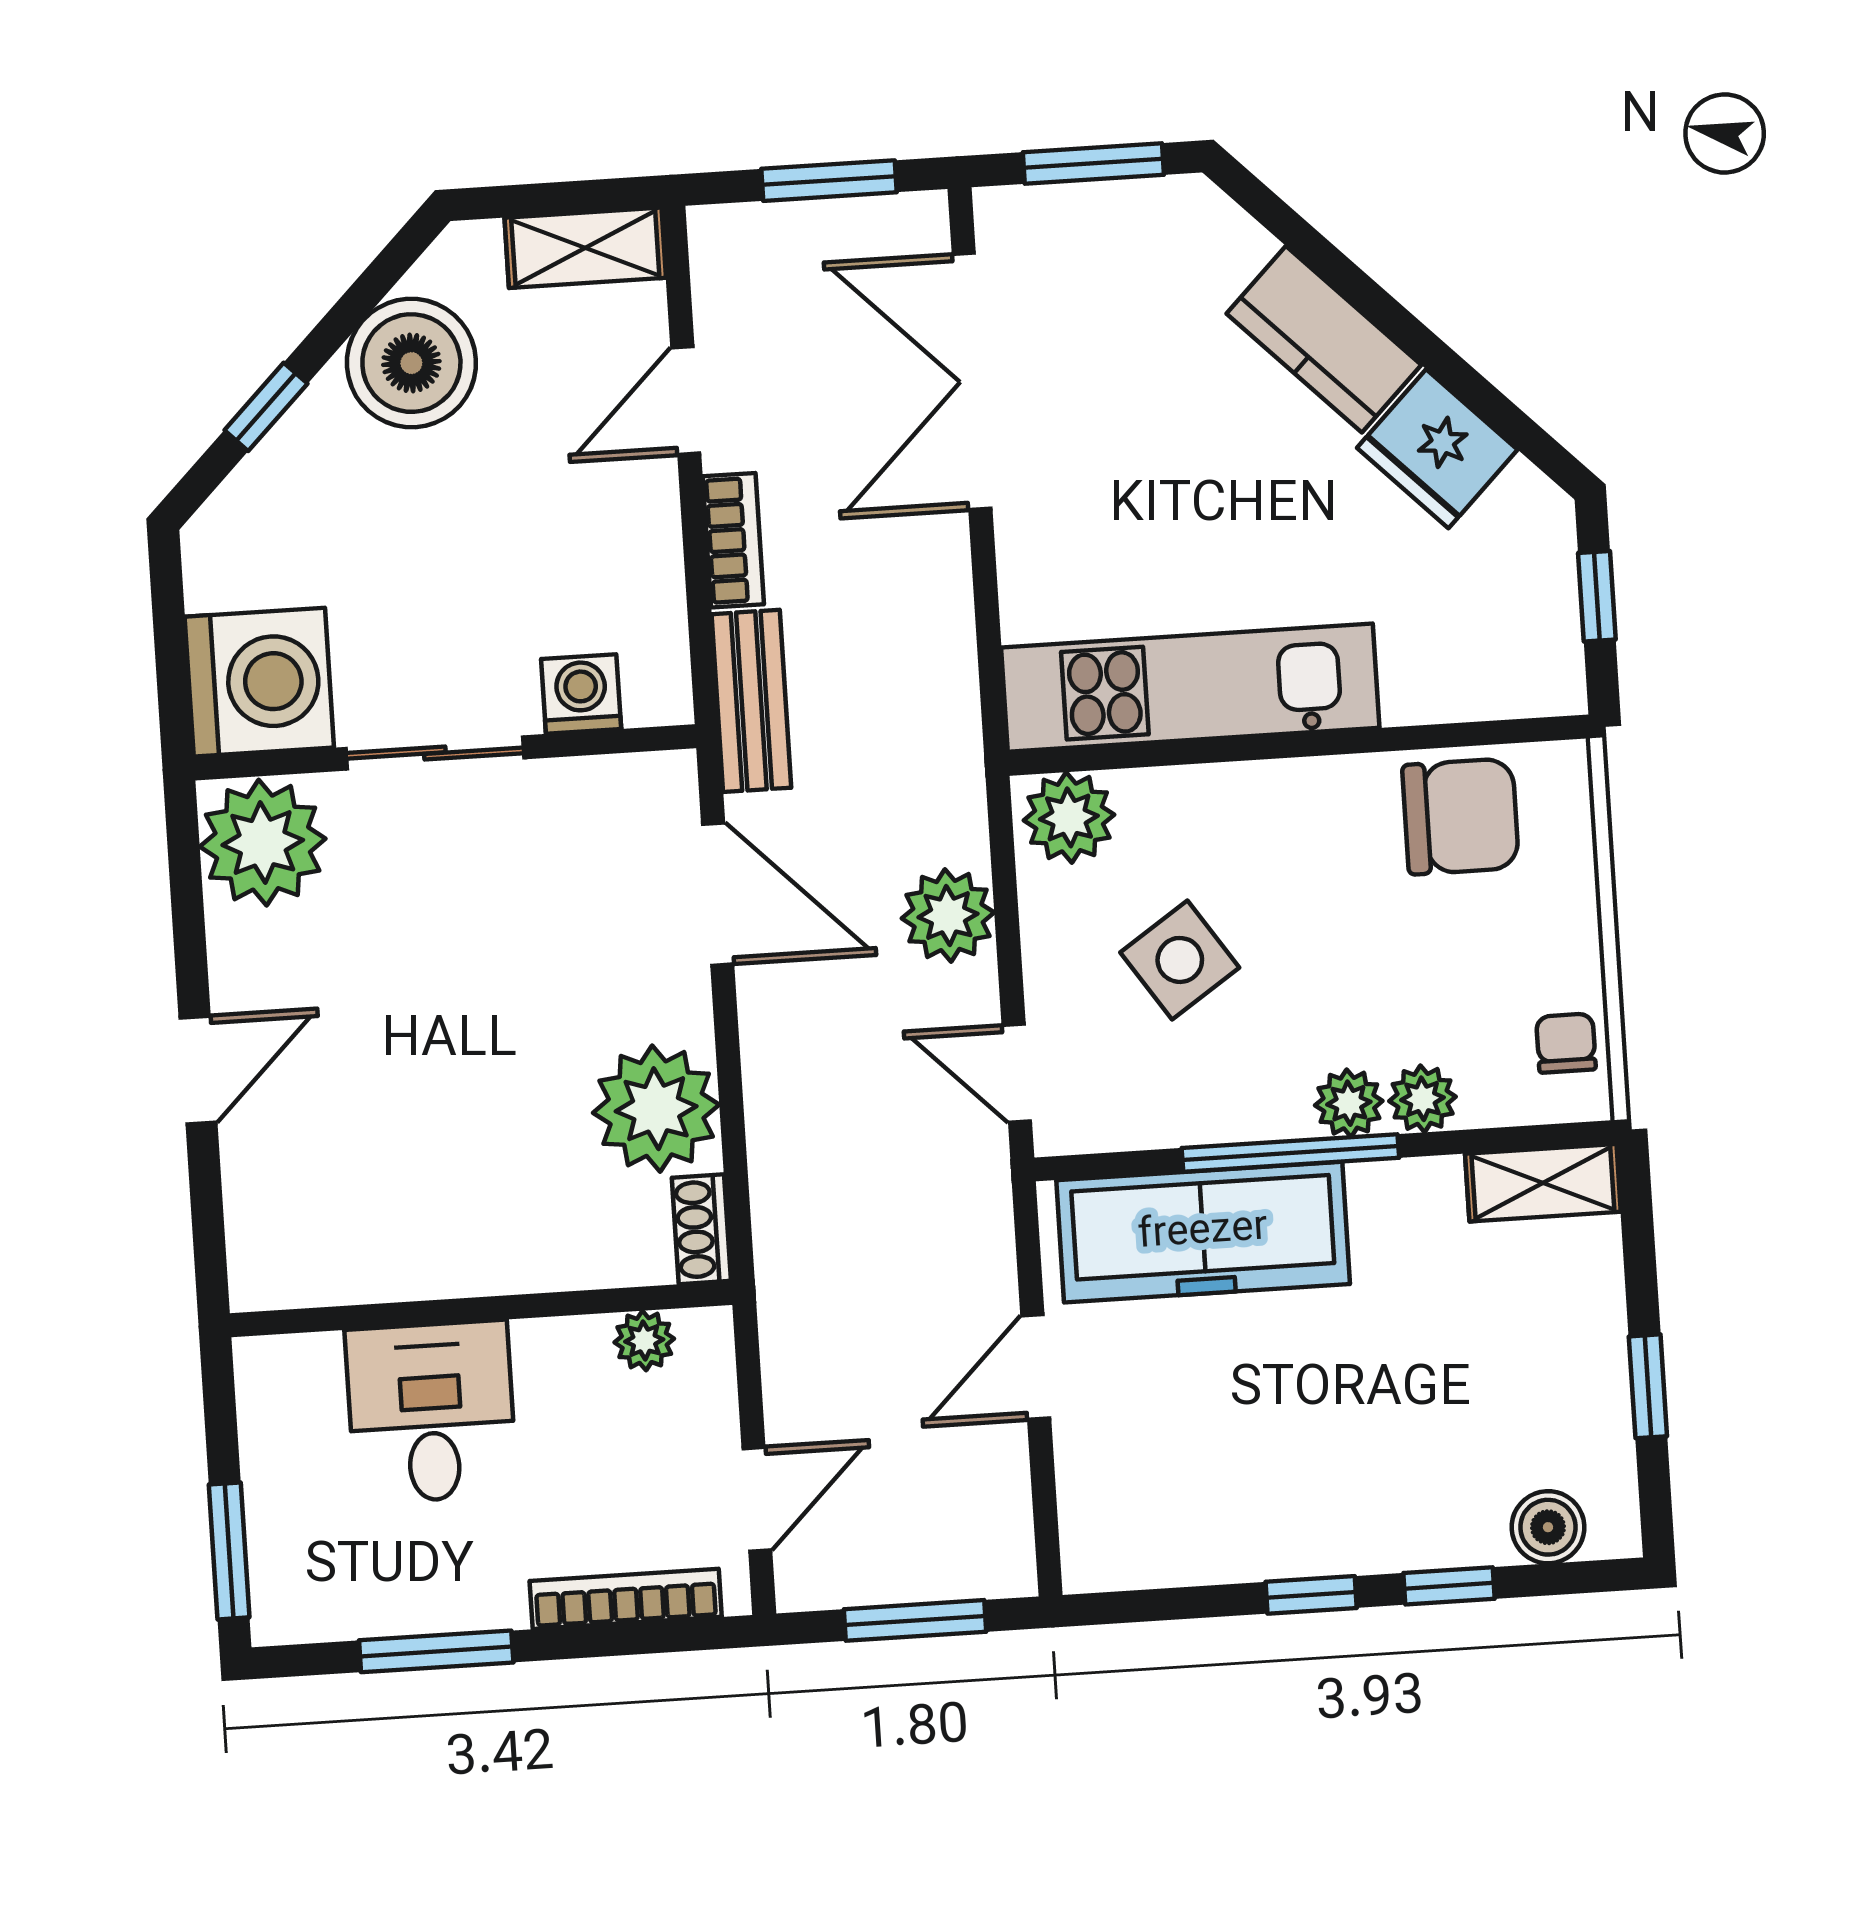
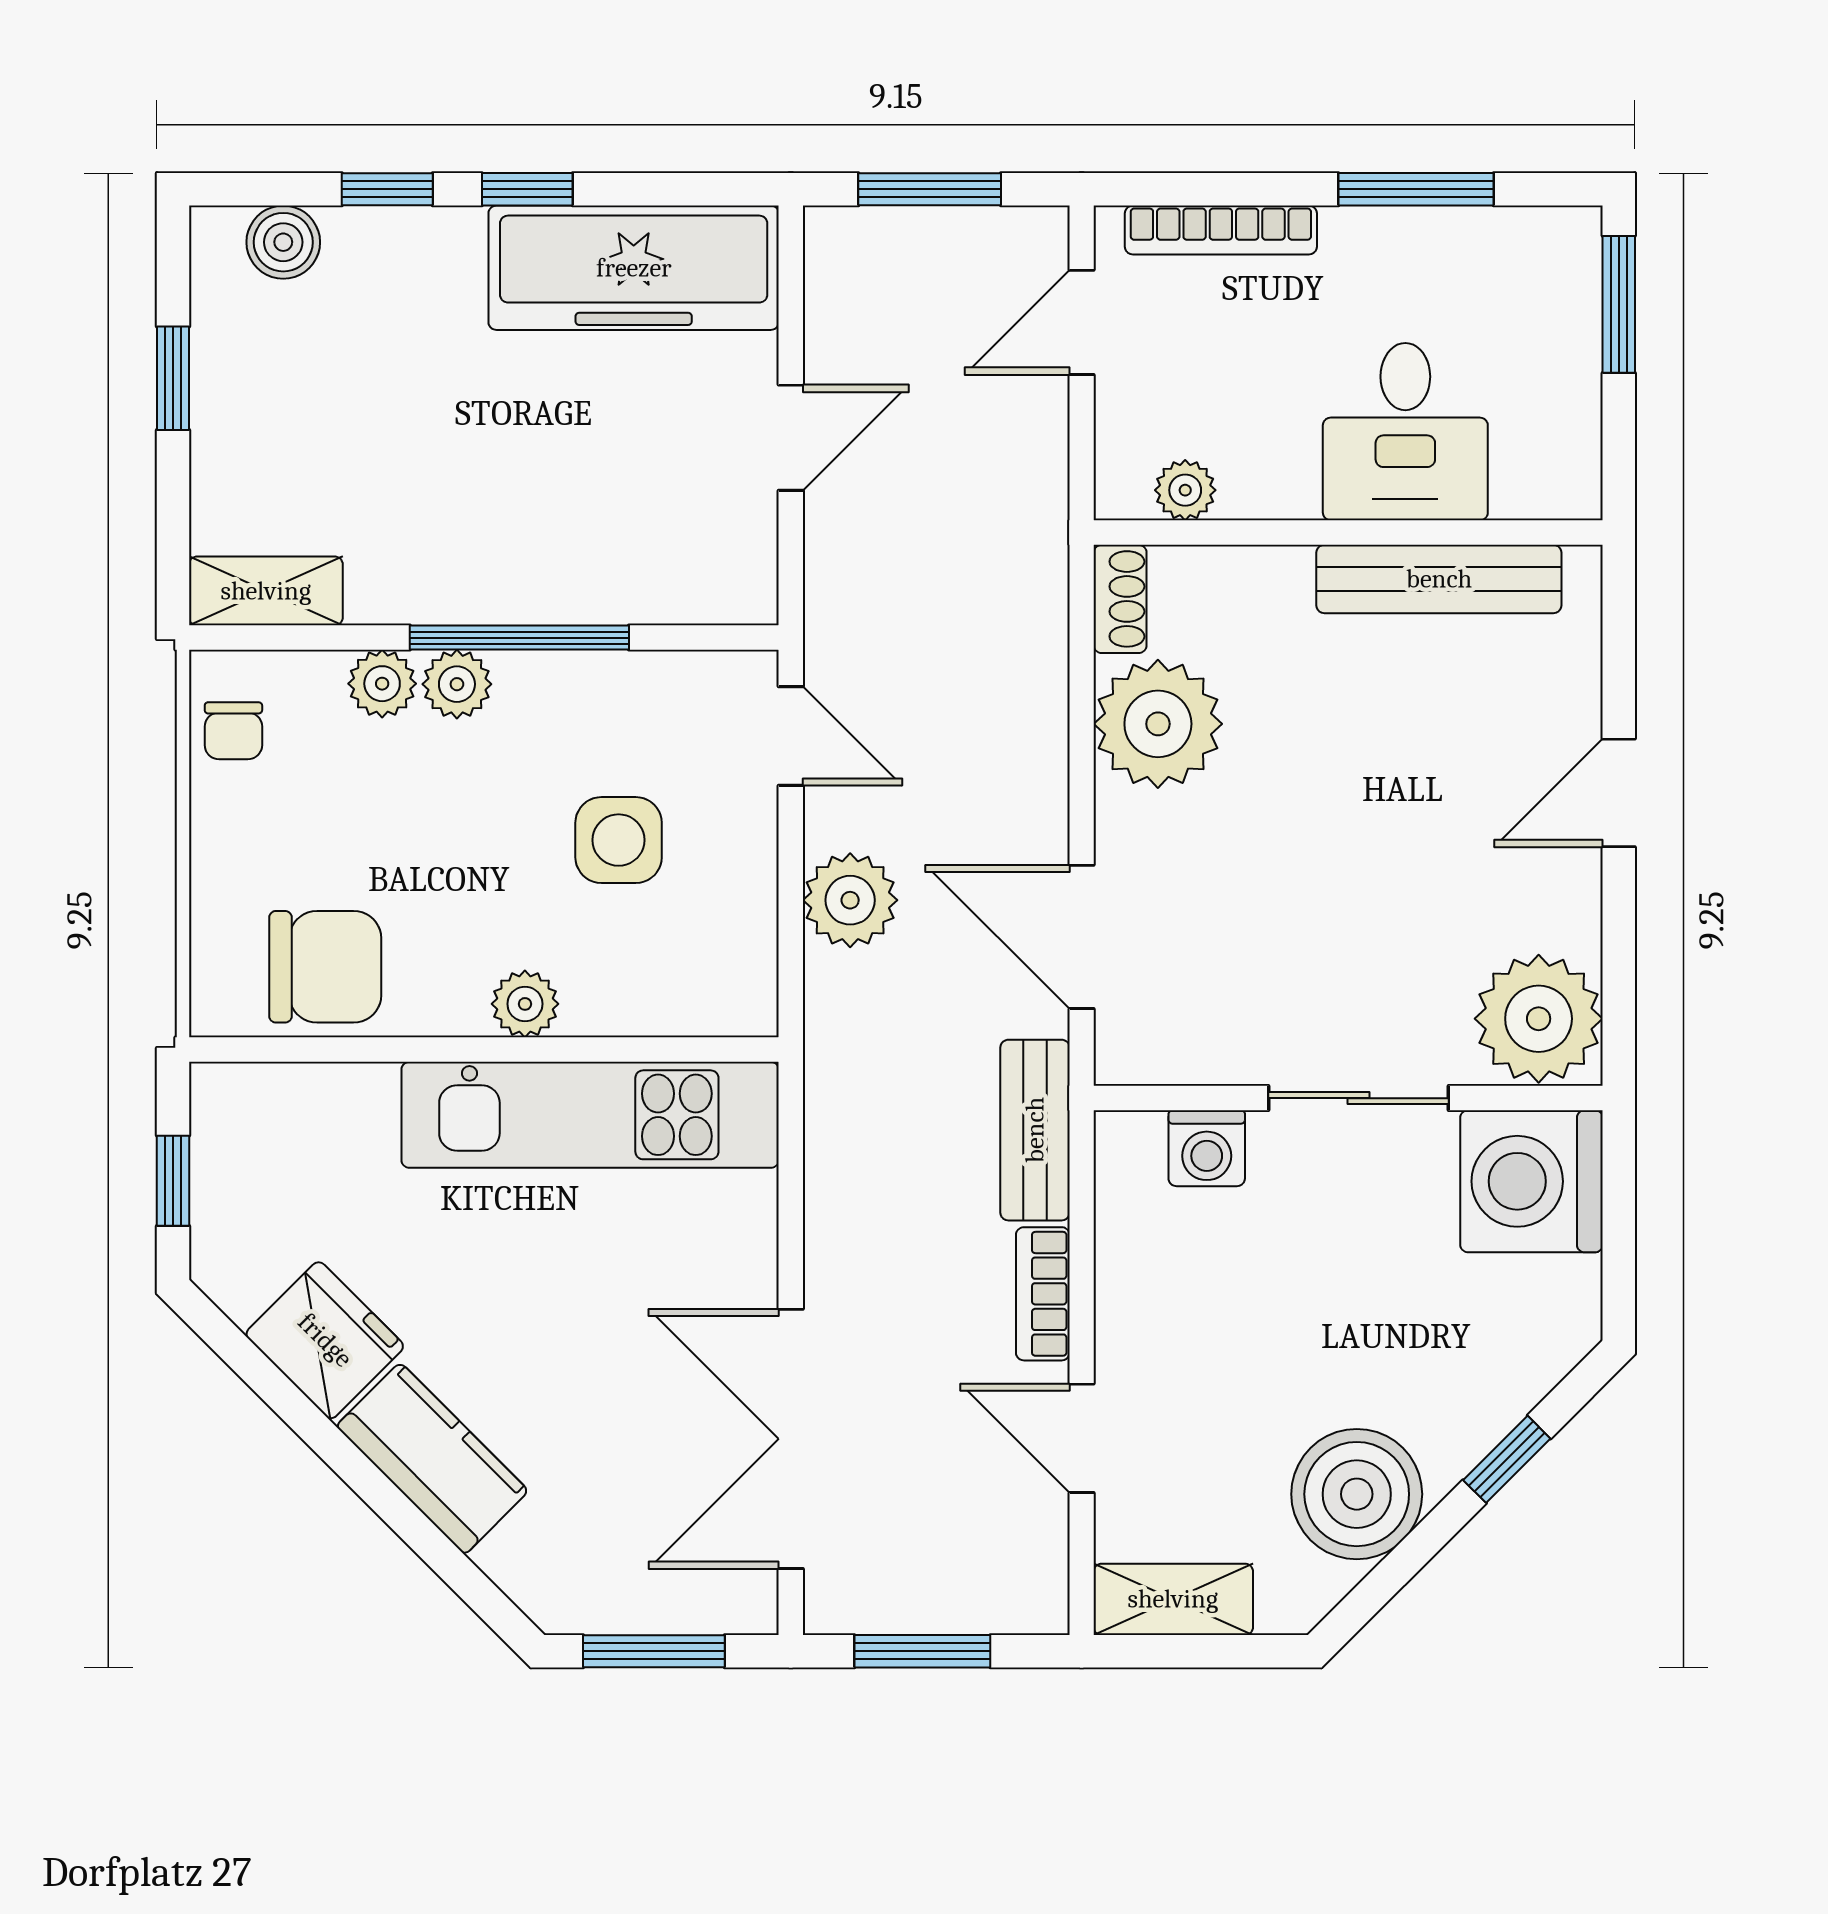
double door: (972, 381) -> (791, 1439), swing flipped
door: (686, 401) -> (1082, 1438), swing flipped
chair: (1461, 816) -> (325, 967), turned 180
plant: (1069, 817) -> (525, 1004), moved, width x0.73, depth x0.73
side table: (1180, 960) -> (619, 840), turned 34
freezer: (1203, 1232) -> (634, 268), moved, turned 180
bench: (389, 1269) -> (1439, 579), added

